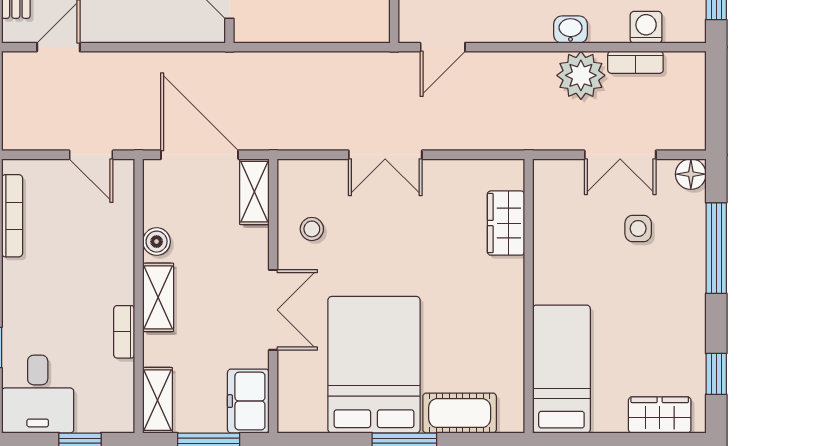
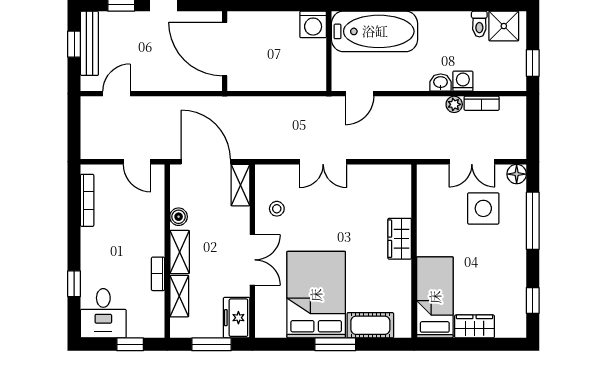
washing machine: (646, 27) -> (463, 81), moved
plant: (581, 75) -> (454, 104), width x0.53, depth x0.53
wardrobe: (506, 223) -> (400, 239), moved
side table: (638, 228) -> (483, 208), width x1.87, depth x1.87
shelving: (158, 400) -> (179, 296), moved
wardrobe: (660, 415) -> (475, 326), moved

